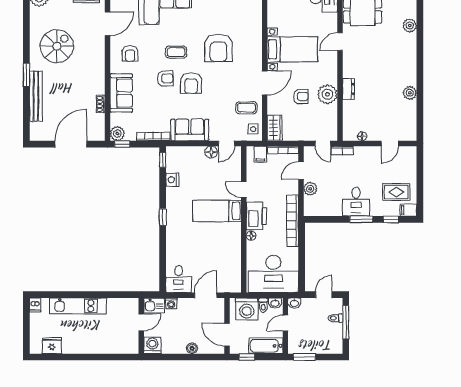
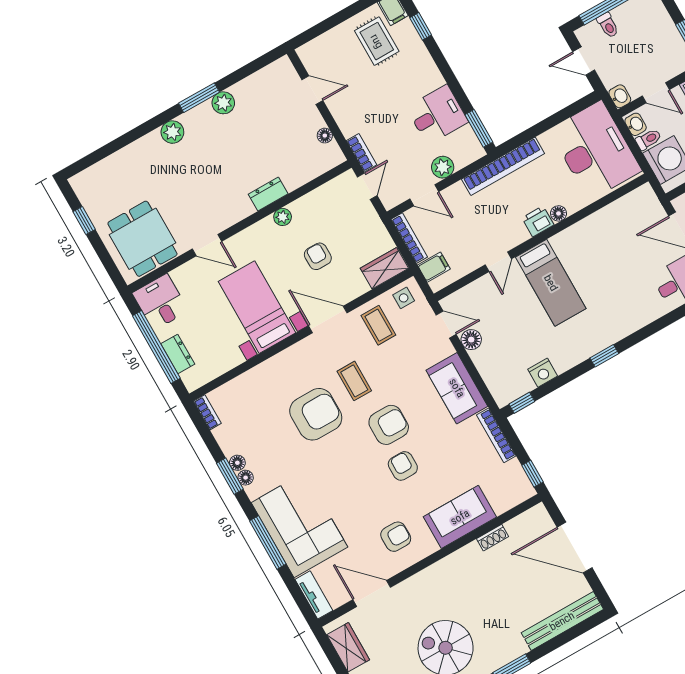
plant: (410, 26) -> (172, 132), moved
coffee table: (176, 52) -> (354, 381), moved
window: (420, 82) -> (199, 98), added
plant: (327, 94) -> (283, 217), width x0.53, depth x0.53
bench: (36, 96) -> (562, 621), moved
plant: (117, 134) -> (521, 489), removed
desk: (356, 202) -> (437, 115), moved
printer: (256, 216) -> (538, 221), width x0.53, depth x0.68
window: (361, 219) -> (479, 128), moved

